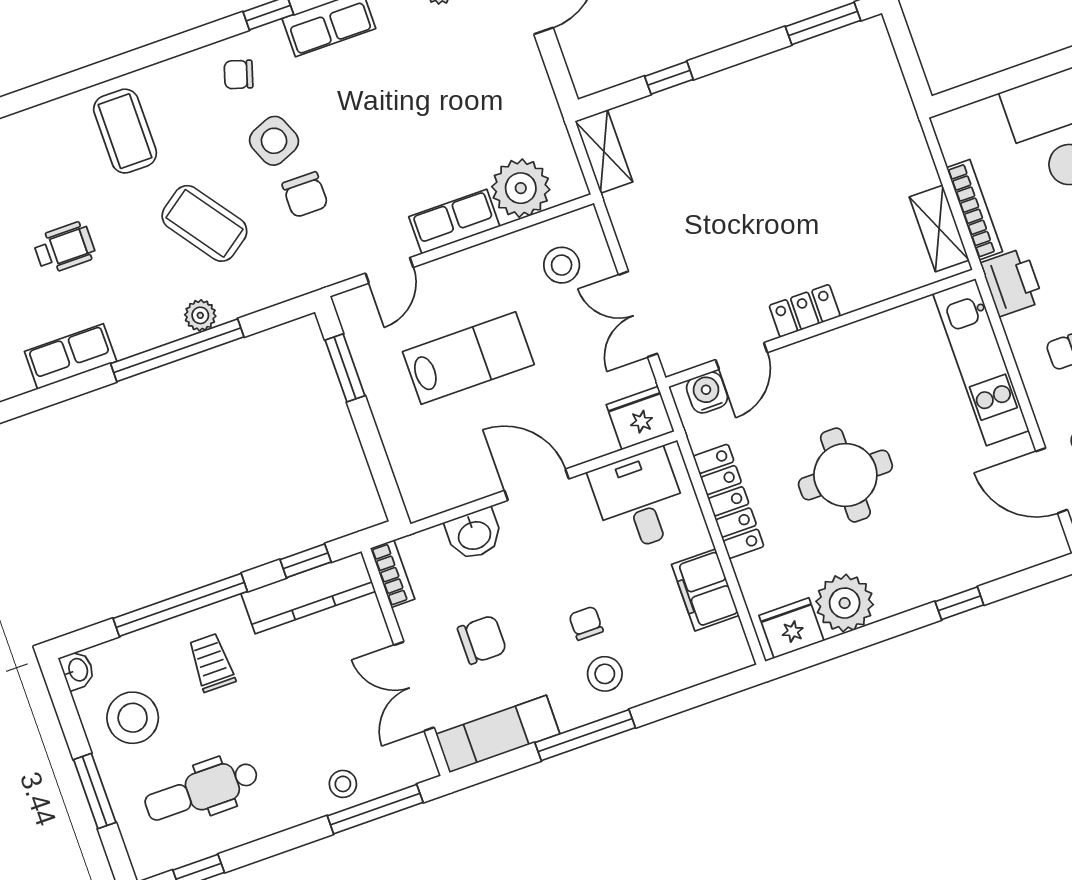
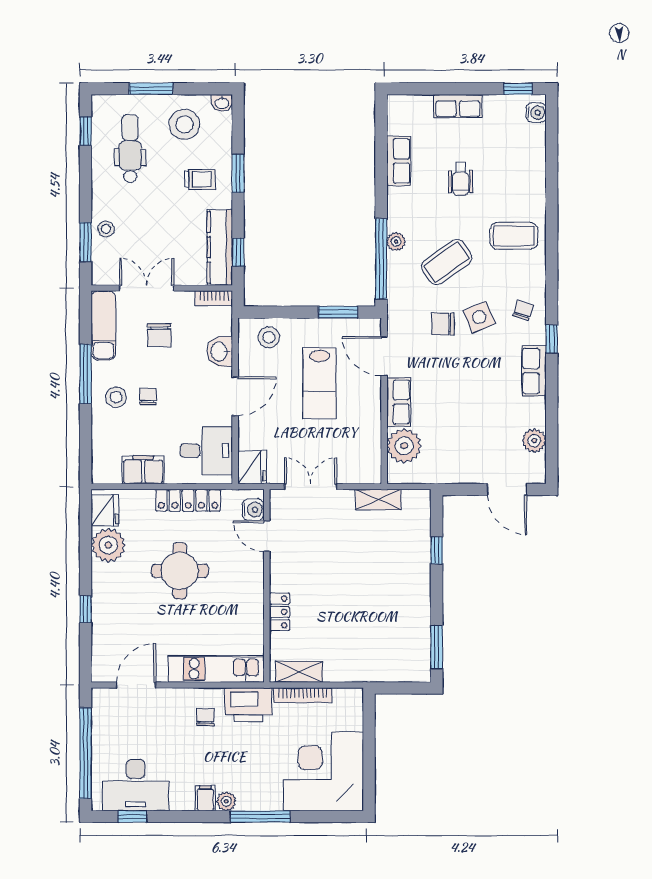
shelving: (604, 151) -> (378, 499), moved
stool: (562, 265) -> (269, 337), moved
door: (389, 270) -> (384, 356), width x1.38
printer: (1012, 282) -> (248, 705), width x1.37, depth x1.19
locker: (805, 311) -> (280, 612), moved
window: (177, 350) -> (381, 259), moved
window: (180, 605) -> (238, 173), width x0.47
chair: (586, 623) -> (148, 397), turned -90
window: (375, 809) -> (86, 242), width x0.69

